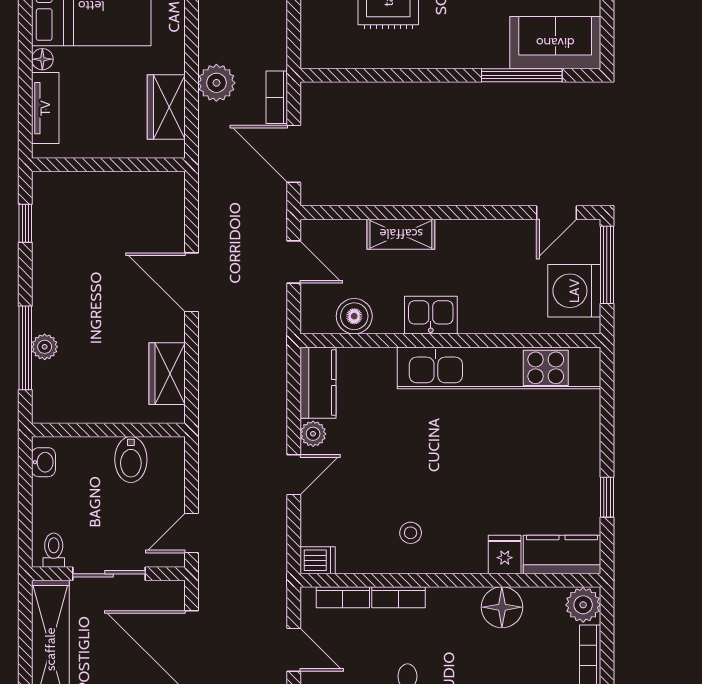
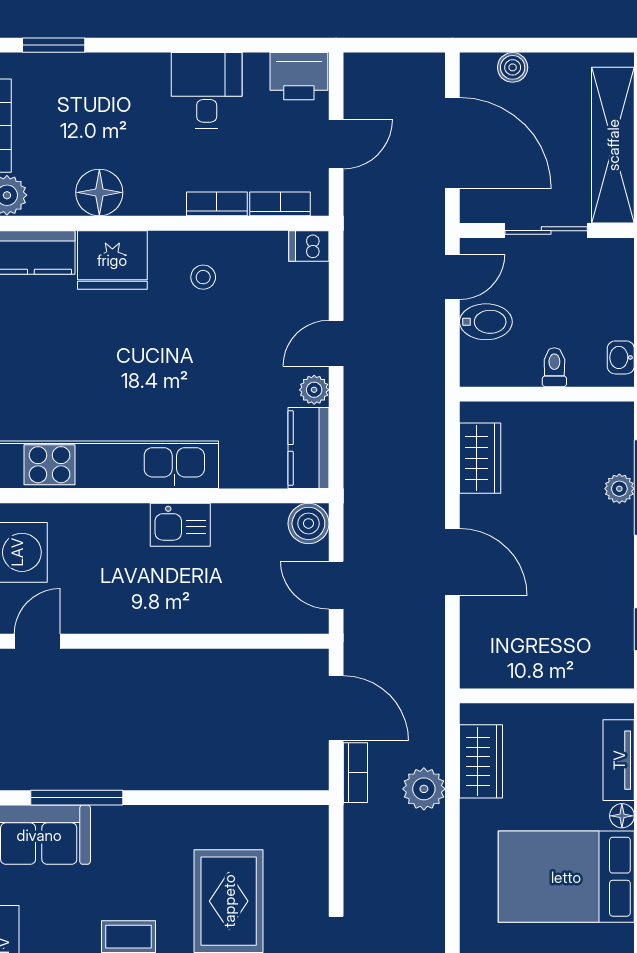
shelving: (401, 234) -> (214, 617), removed
boiler: (354, 316) -> (308, 523), moved
bidet: (131, 459) -> (486, 322), moved, turned 90
toilet: (54, 550) -> (554, 367), moved, turned 180
fridge: (505, 554) -> (112, 260), width x1.88, depth x1.34
door: (294, 650) -> (336, 144), swing flipped

